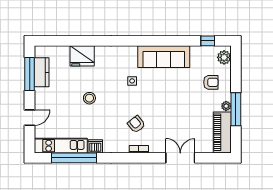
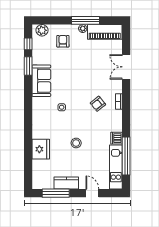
window: (181, 41) -> (28, 66), added
sofa: (164, 57) -> (41, 81), width x0.73
kitchen counter: (42, 72) -> (66, 183), moved

